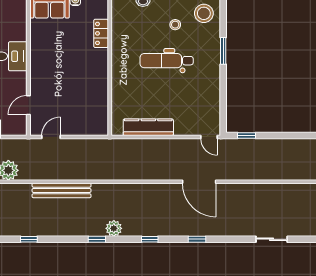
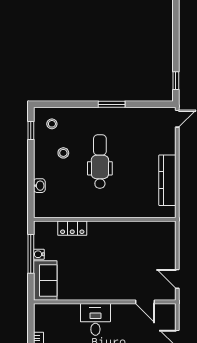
stool: (204, 13) -> (52, 124), width x0.53, depth x0.53
window: (223, 51) -> (112, 104), moved
dental chair: (167, 61) -> (100, 162), turned 180

